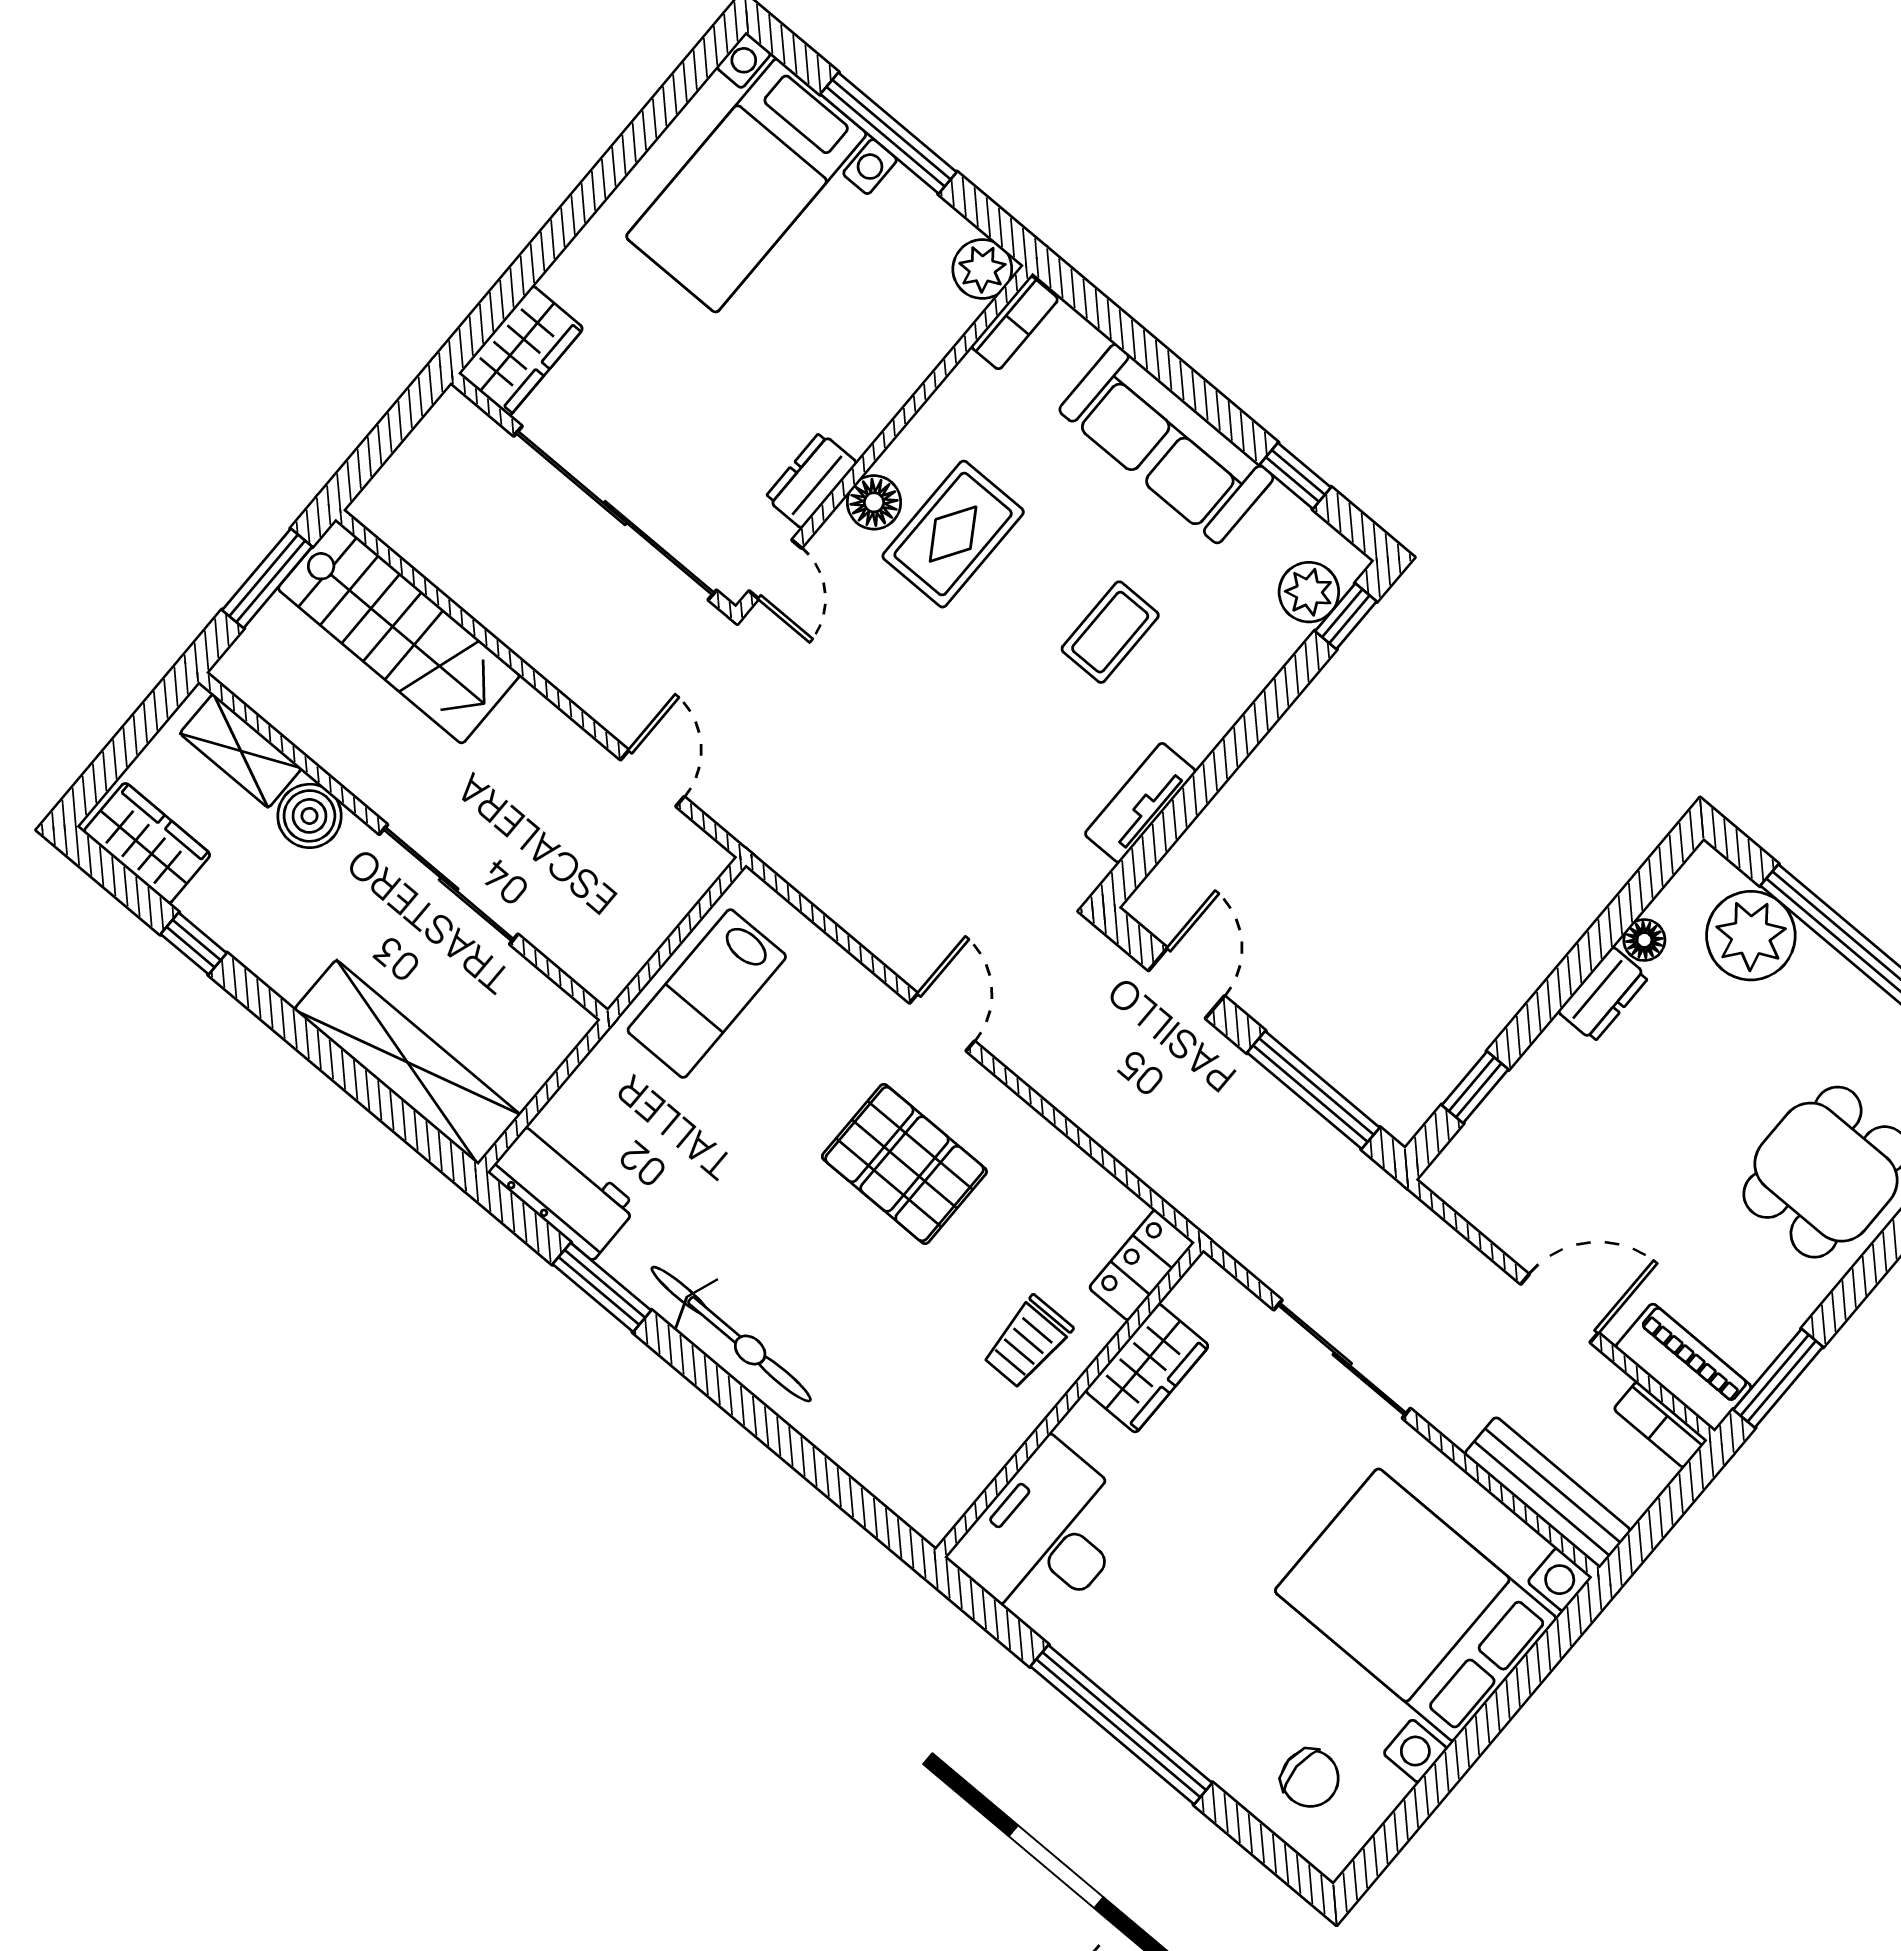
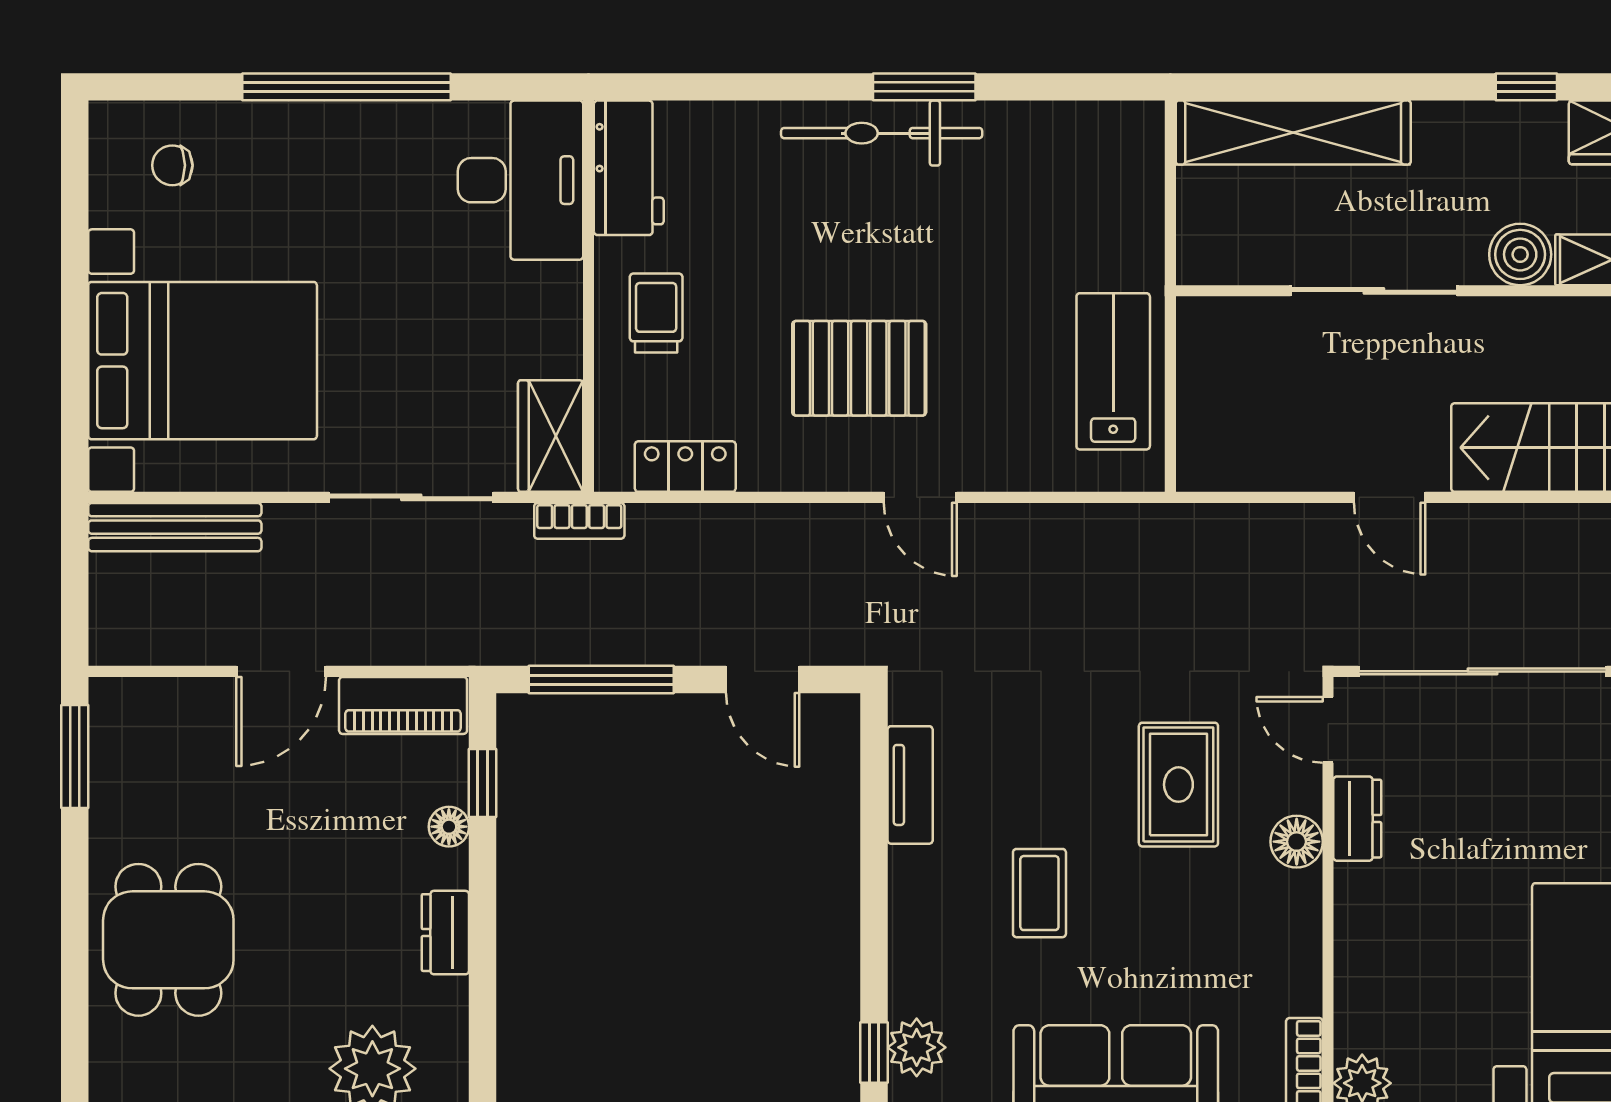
rug: (953, 534) -> (1178, 785), moved
door: (652, 778) -> (1390, 497), moved
floor lamp: (1644, 940) -> (449, 827), moved
workbench: (563, 1189) -> (629, 168), moved, turned -90
locker: (1142, 1265) -> (685, 467), moved, turned -90
window: (602, 1287) -> (924, 87), moved
piano: (1684, 1367) -> (403, 705), moved
wardrobe: (1147, 1368) -> (551, 436), moved
bookcase: (1660, 1425) -> (579, 521), moved, turned 180
chair: (1310, 1778) -> (172, 165), width x0.73, depth x0.73

